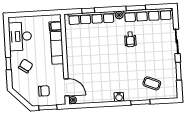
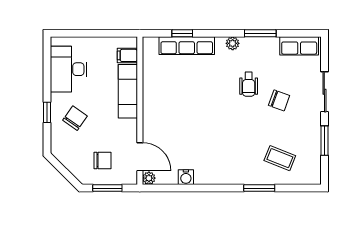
row of seats: (148, 15) -> (299, 46), width x0.50
row of seats: (91, 18) -> (187, 46), width x0.73
chair: (149, 48) -> (279, 100), added
water cooler: (119, 97) -> (186, 177), moved

